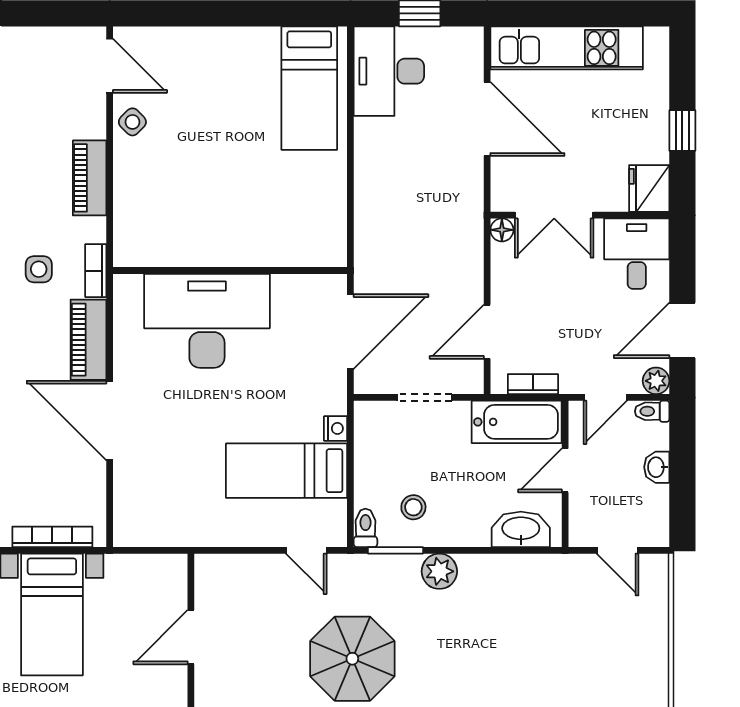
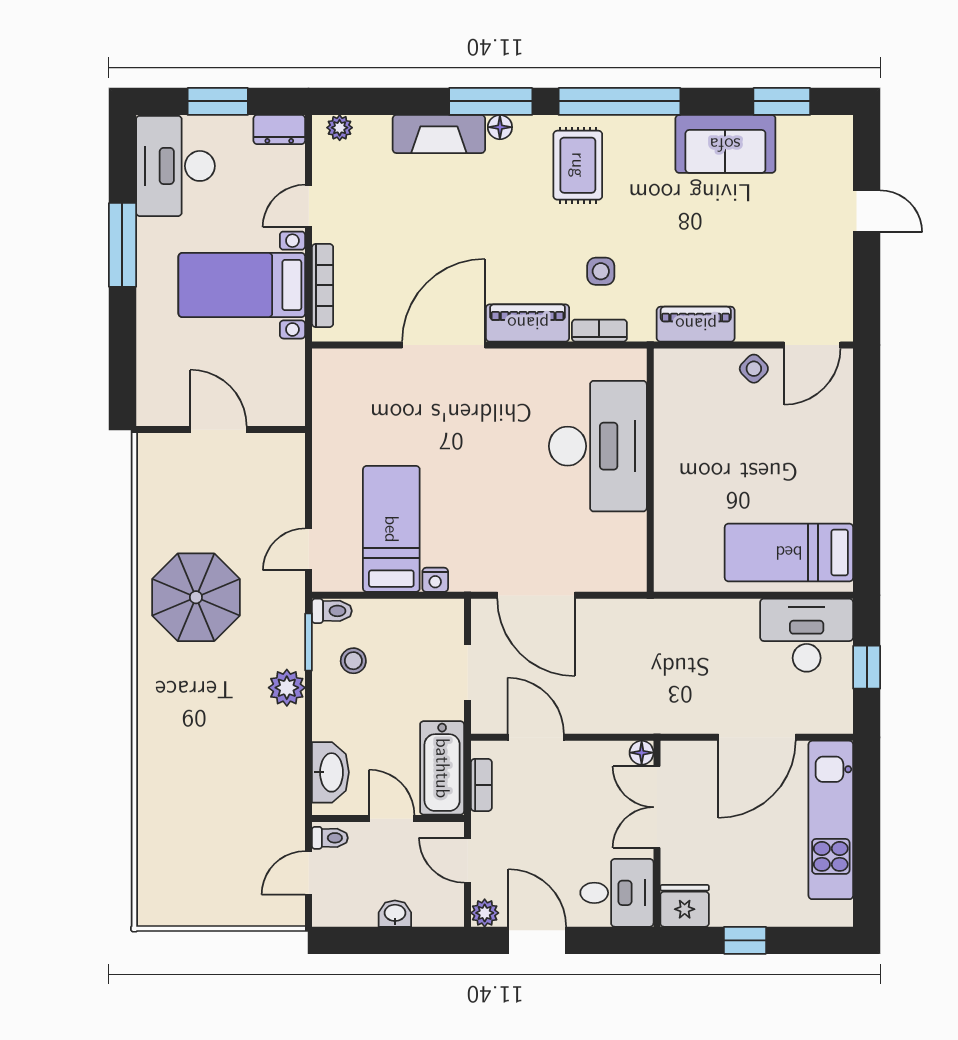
wall: (230, 270) -> (650, 470), moved
desk: (207, 321) -> (598, 446), moved
toilet: (652, 411) -> (330, 838), moved, turned 90

